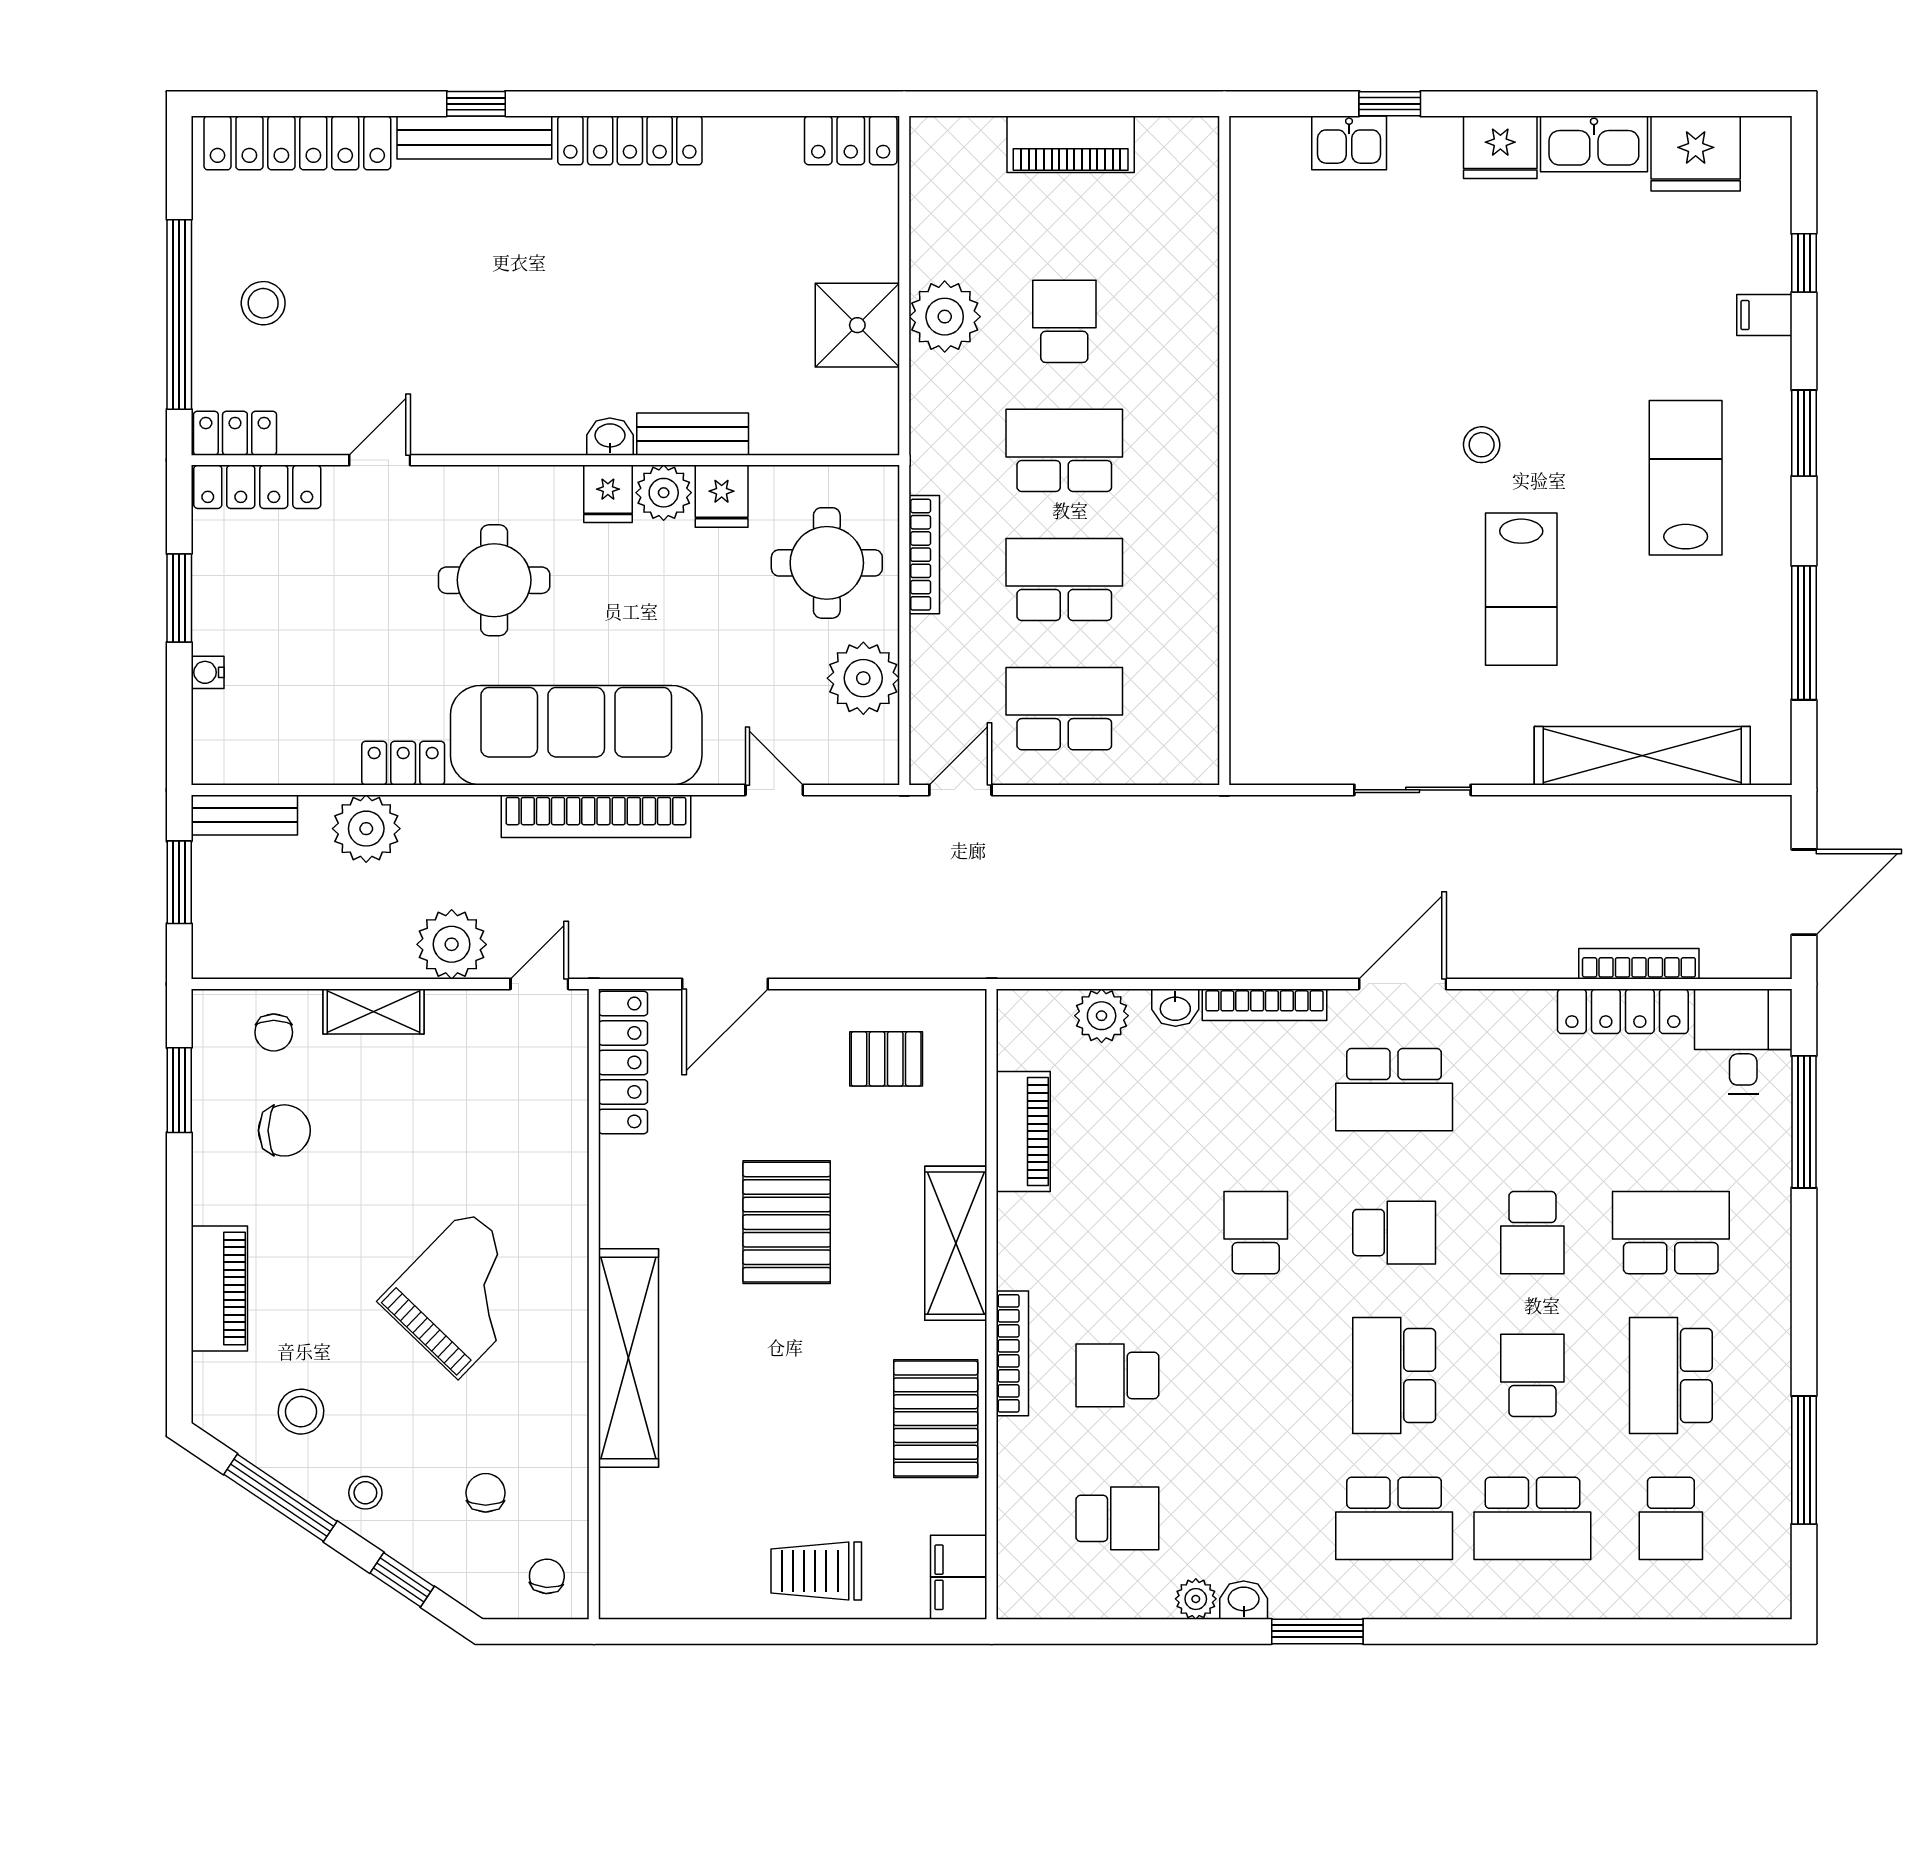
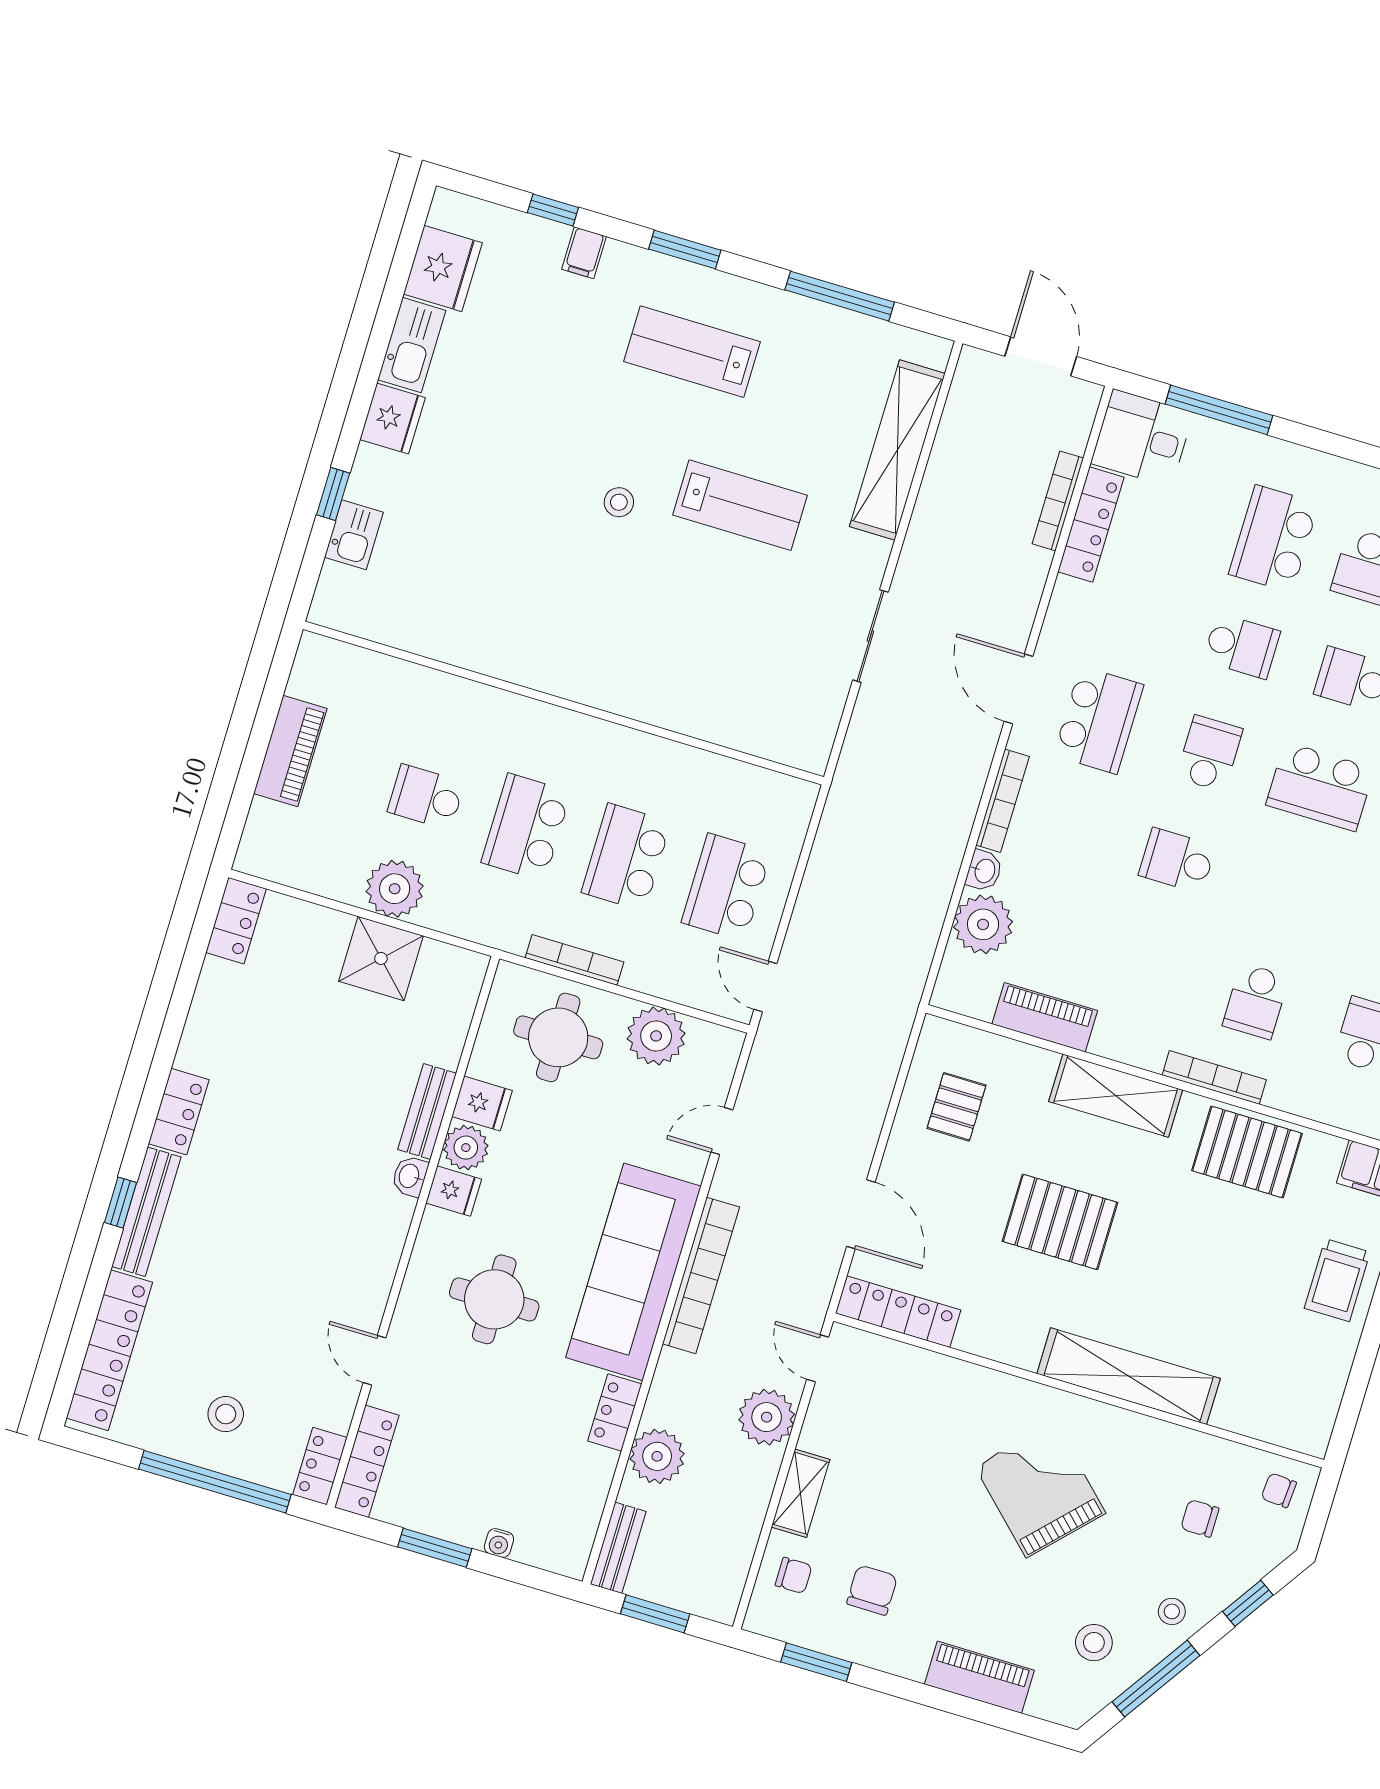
locker: (630, 140) -> (179, 1112), width x0.66
plant: (1102, 1016) -> (983, 924), width x1.36, depth x1.36

